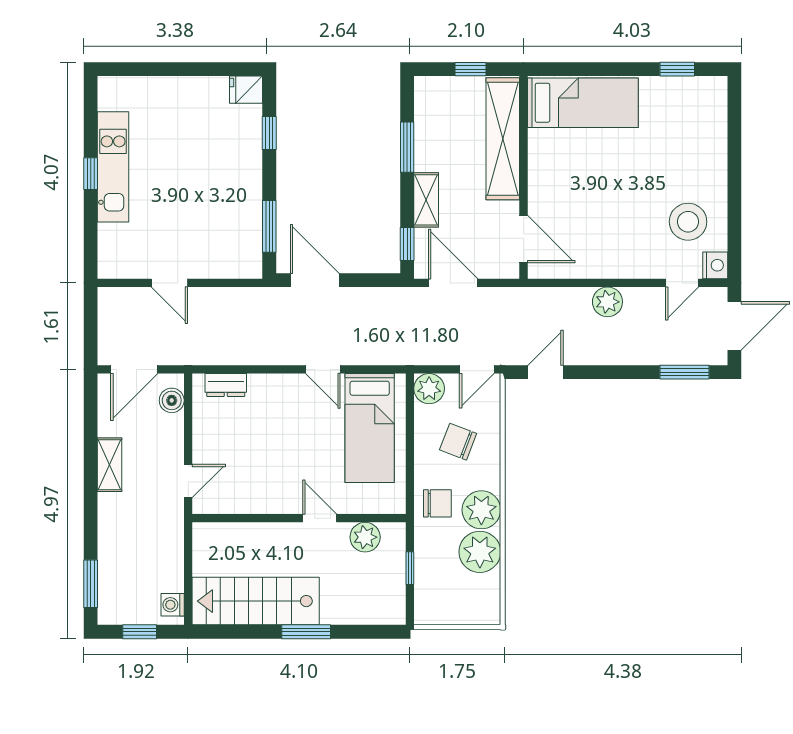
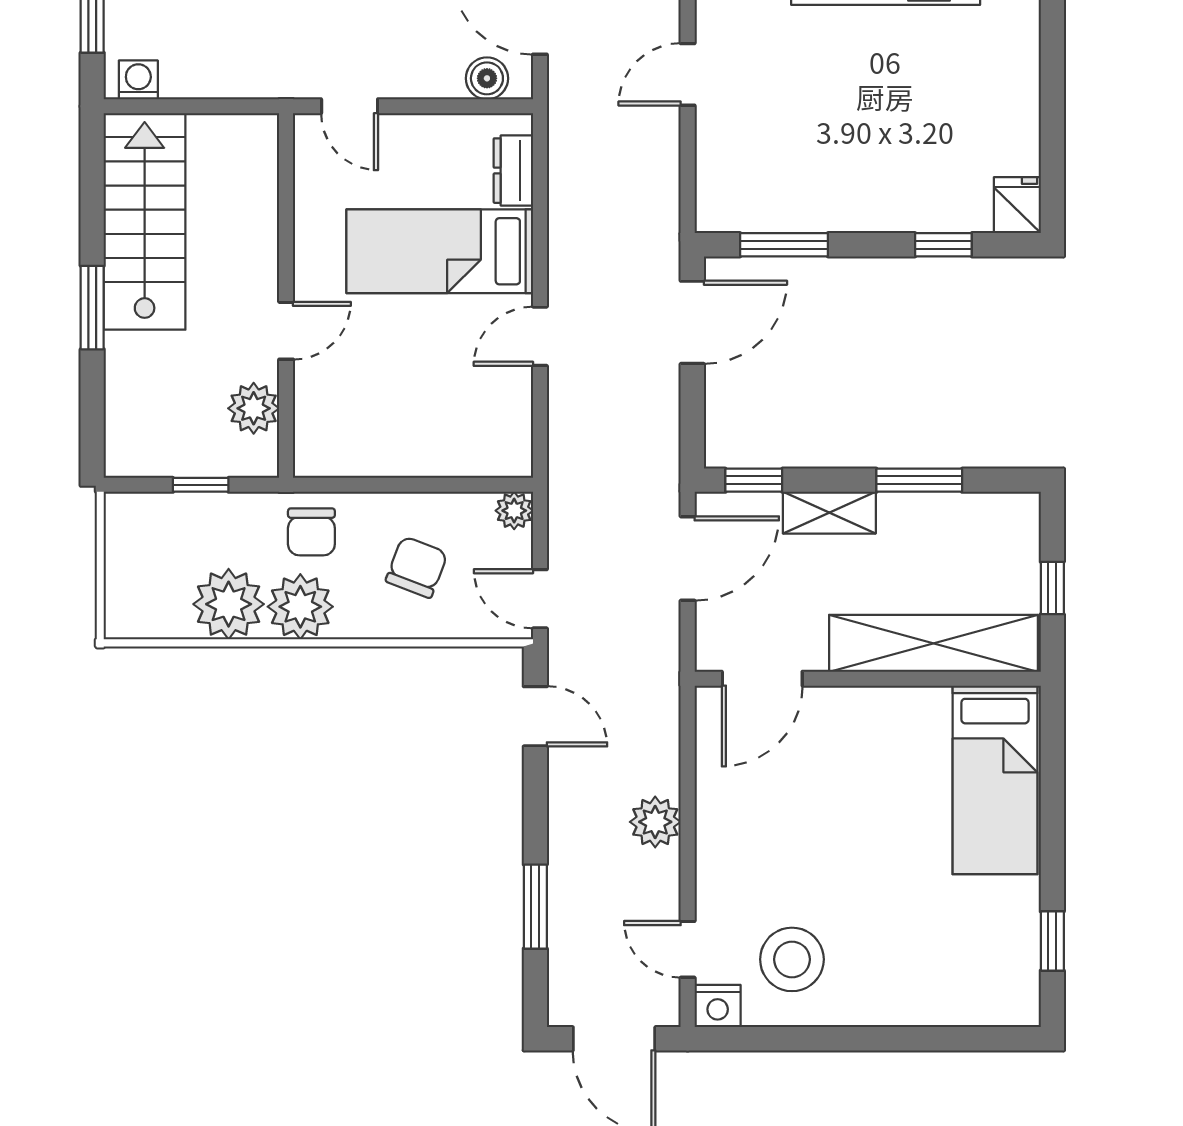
window: (684, 372) -> (535, 907), moved
plant: (429, 389) -> (514, 511), width x0.73, depth x0.73
bed: (370, 428) -> (440, 251), moved

